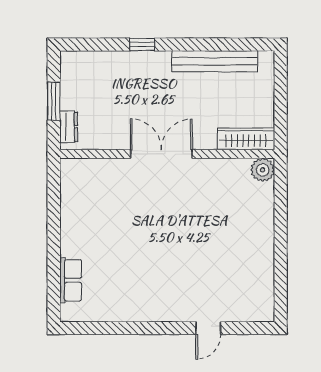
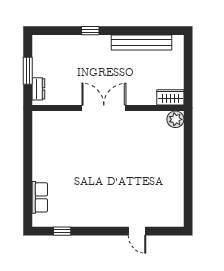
wardrobe: (246, 139) -> (170, 97), width x0.67
window: (102, 328) -> (62, 231), added
door: (208, 328) -> (137, 231), hinge flipped

